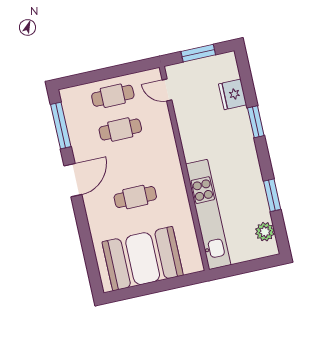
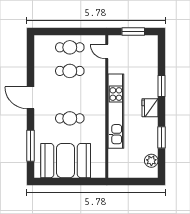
fridge: (233, 94) -> (150, 108), moved
window: (61, 126) -> (31, 146), moved
door: (73, 180) -> (31, 98), swing flipped
kitchen unit: (208, 214) -> (116, 111), moved

